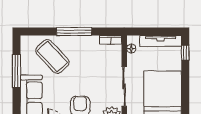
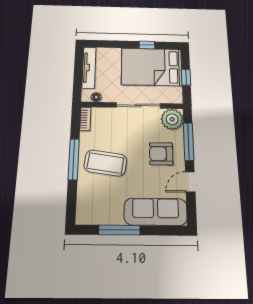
window: (185, 53) -> (147, 45), moved
coffee table: (52, 56) -> (105, 163), moved, turned 51

